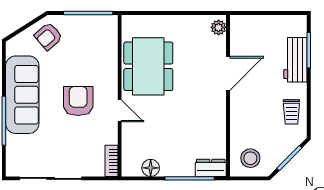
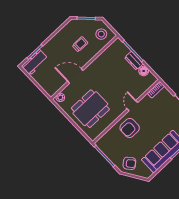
workbench: (295, 60) -> (35, 62), moved
dining table: (148, 66) -> (90, 109), moved
armchair: (78, 101) -> (130, 128), moved
trolley: (291, 112) -> (80, 44), moved
dresser: (211, 168) -> (134, 61), moved

